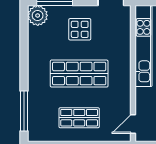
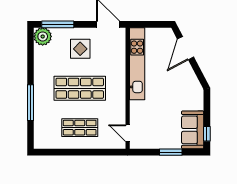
window: (24, 111) -> (30, 103), moved
door: (133, 124) -> (128, 133), hinge flipped

